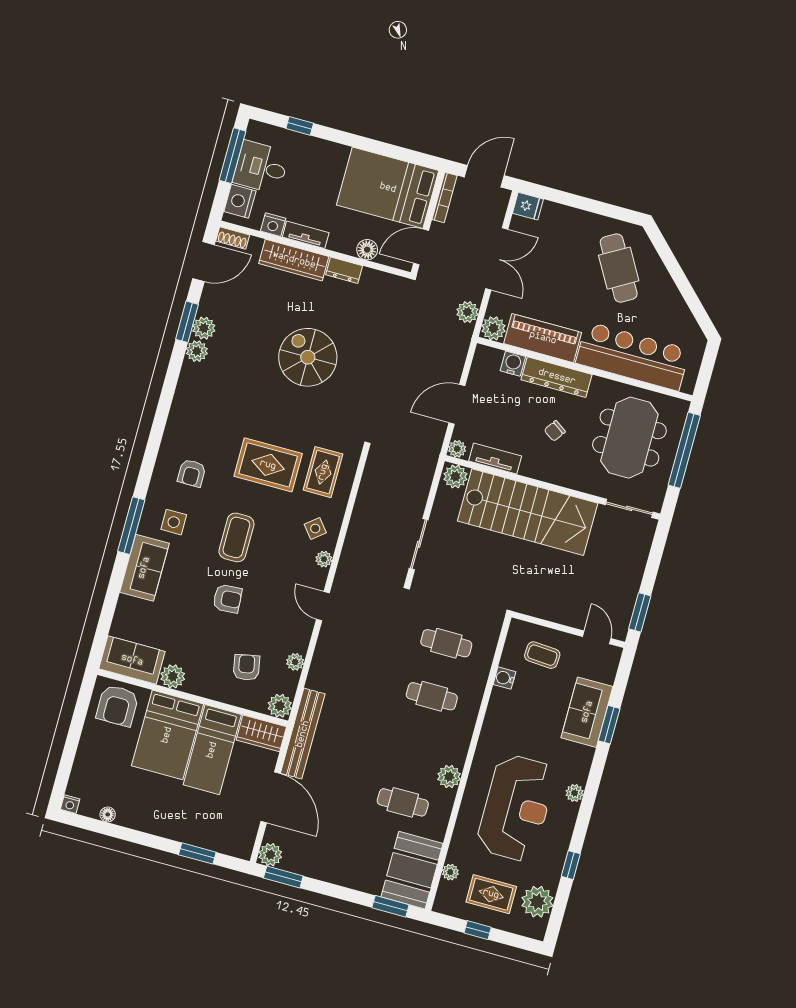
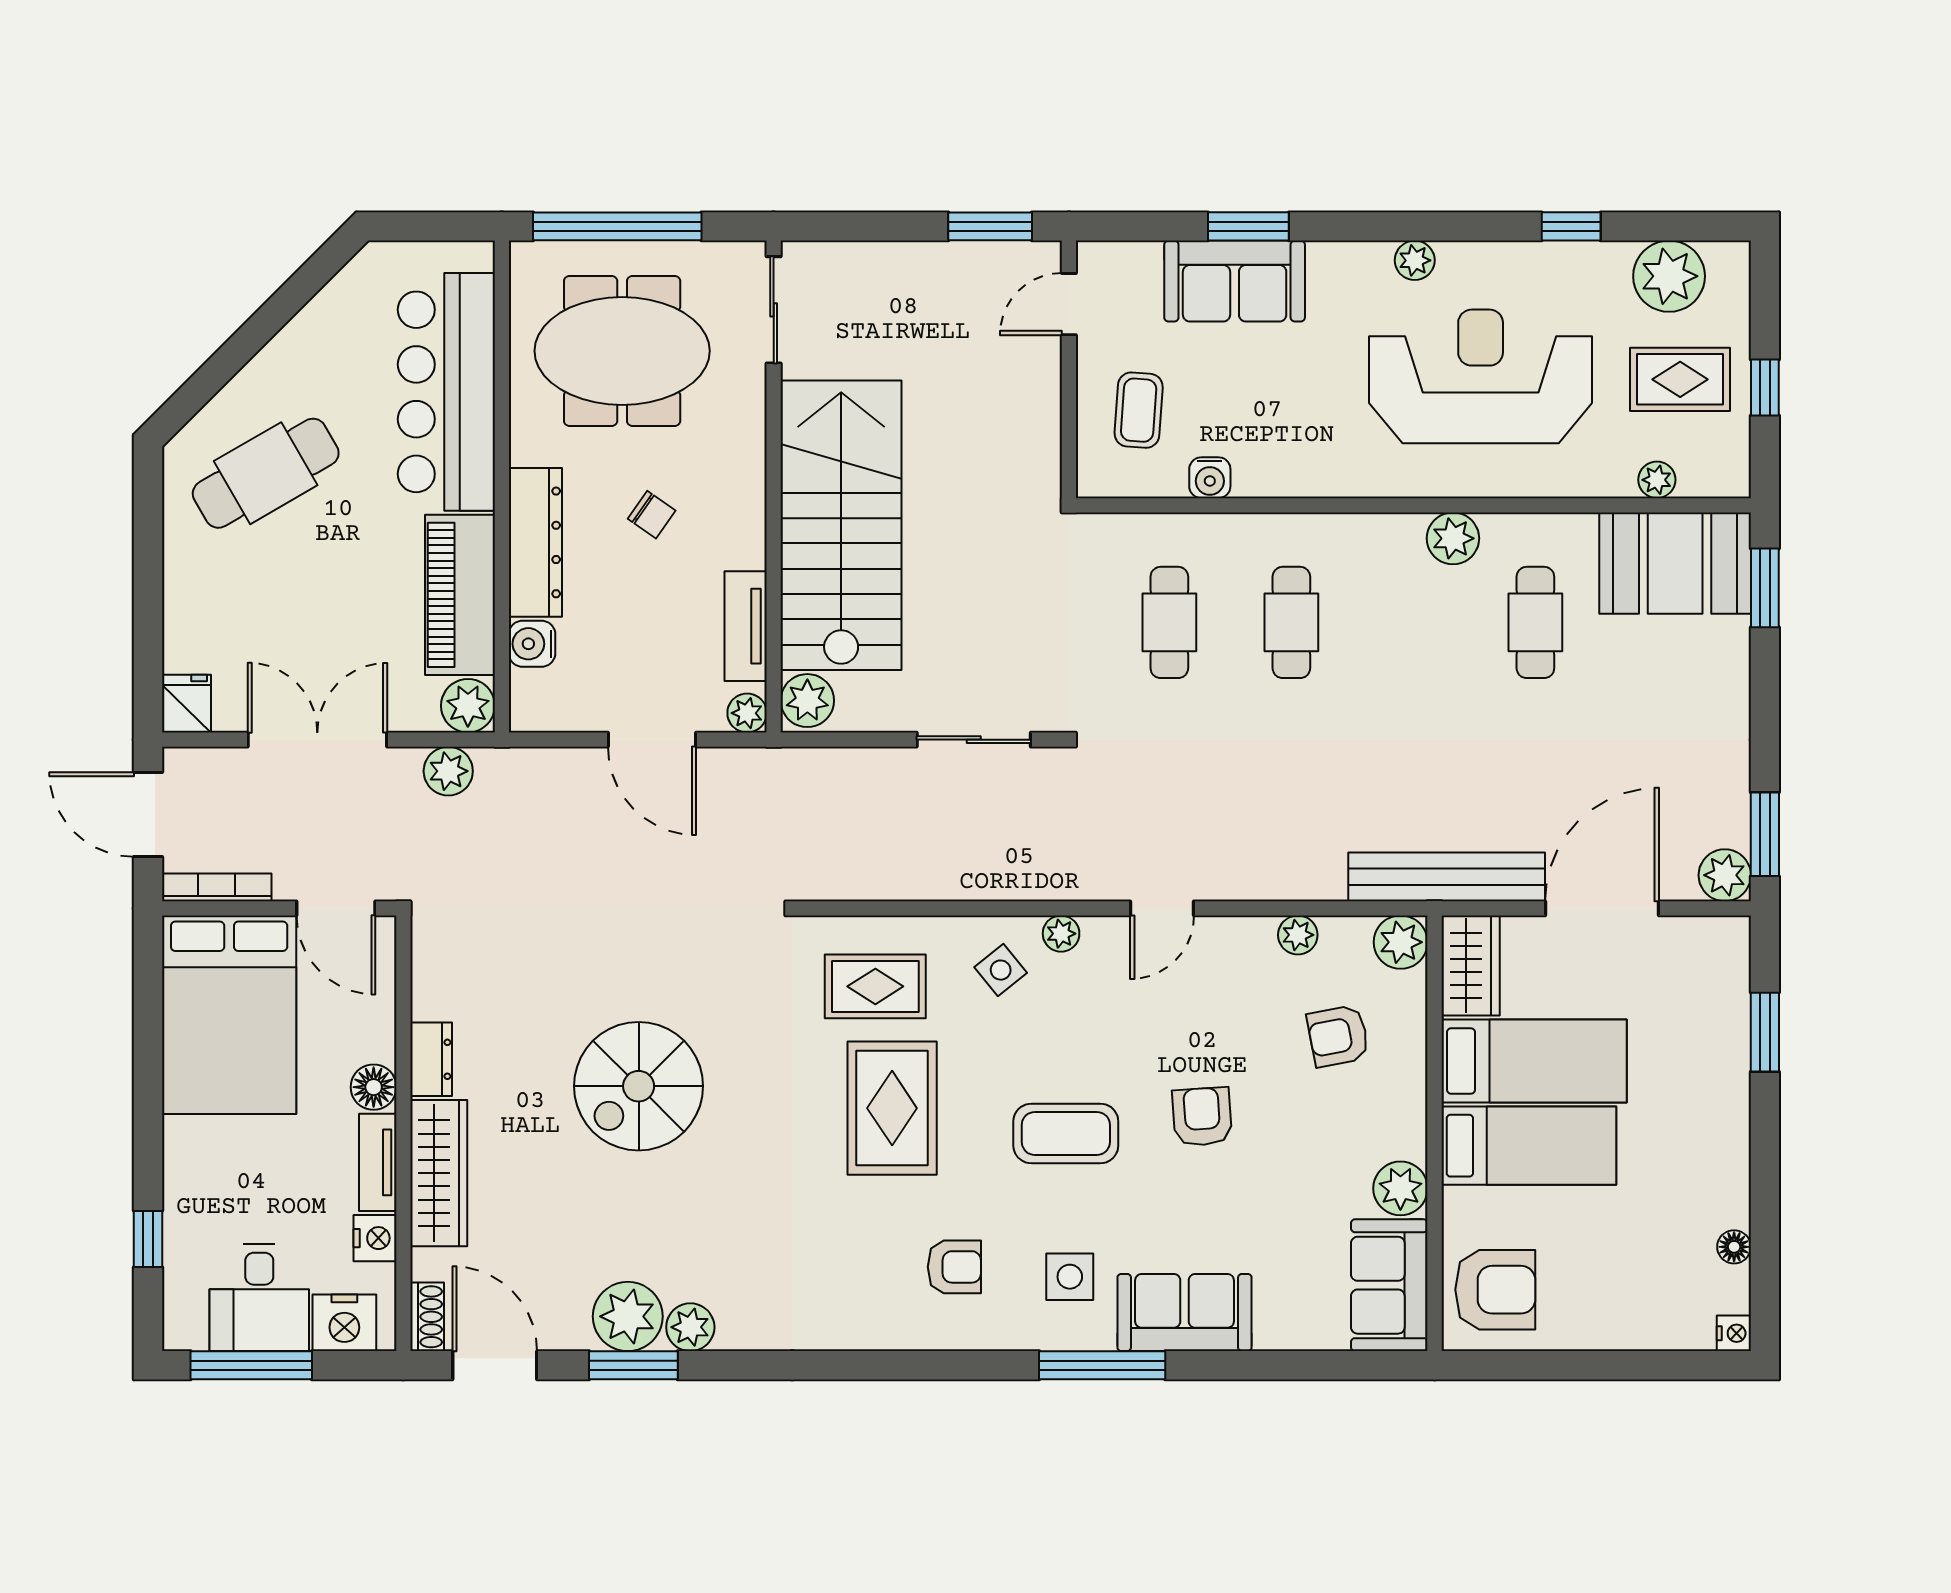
floor lamp: (367, 250) -> (374, 1087), moved
plant: (204, 328) -> (628, 1316), width x1.36, depth x1.36
bed: (167, 735) -> (1529, 1146), width x0.67
rug: (491, 894) -> (1680, 379), turned 90

